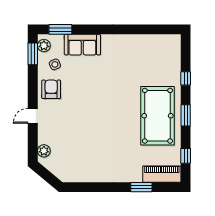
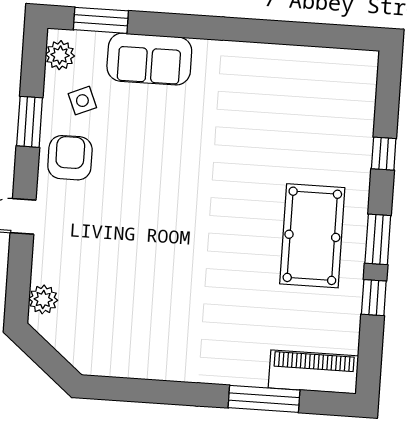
window: (33, 54) -> (30, 122), moved
pool table: (157, 116) -> (312, 236), width x0.73, depth x0.76
window: (186, 156) -> (374, 298), moved
window: (141, 187) -> (264, 399), width x1.44

